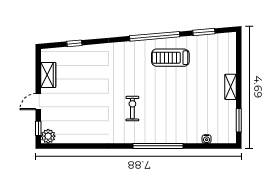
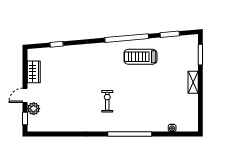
window: (239, 120) -> (200, 55), moved
plant: (48, 136) -> (34, 109), moved

